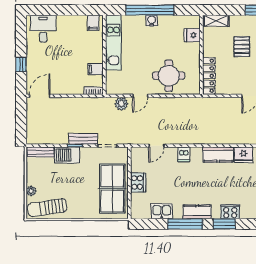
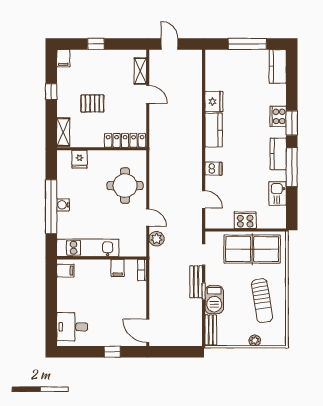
sun lounger: (47, 208) -> (262, 301), moved

